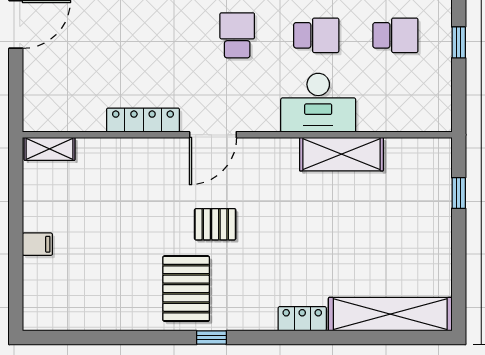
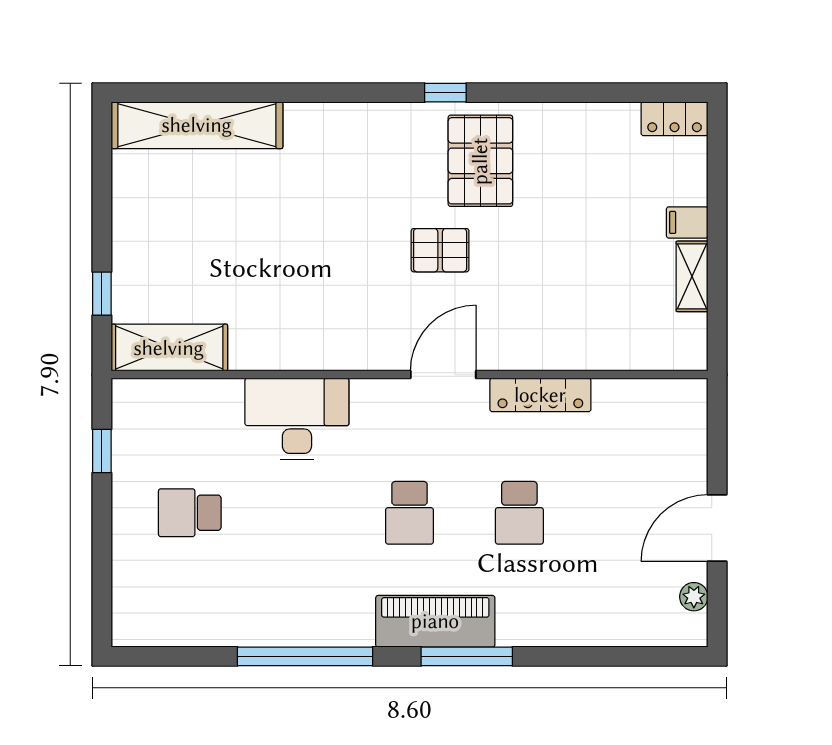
school desk: (316, 35) -> (519, 513), moved, turned -90
window: (459, 42) -> (102, 451), moved
shelving: (50, 149) -> (692, 276), moved, turned 90
shelving: (341, 154) -> (169, 348), moved
locker: (302, 319) -> (675, 119), moved

